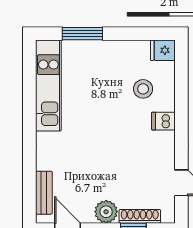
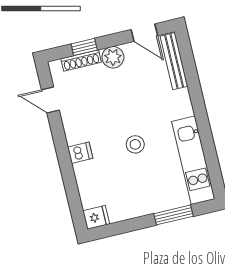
stool: (143, 89) -> (135, 144), moved
bench: (44, 193) -> (174, 61), width x1.36

